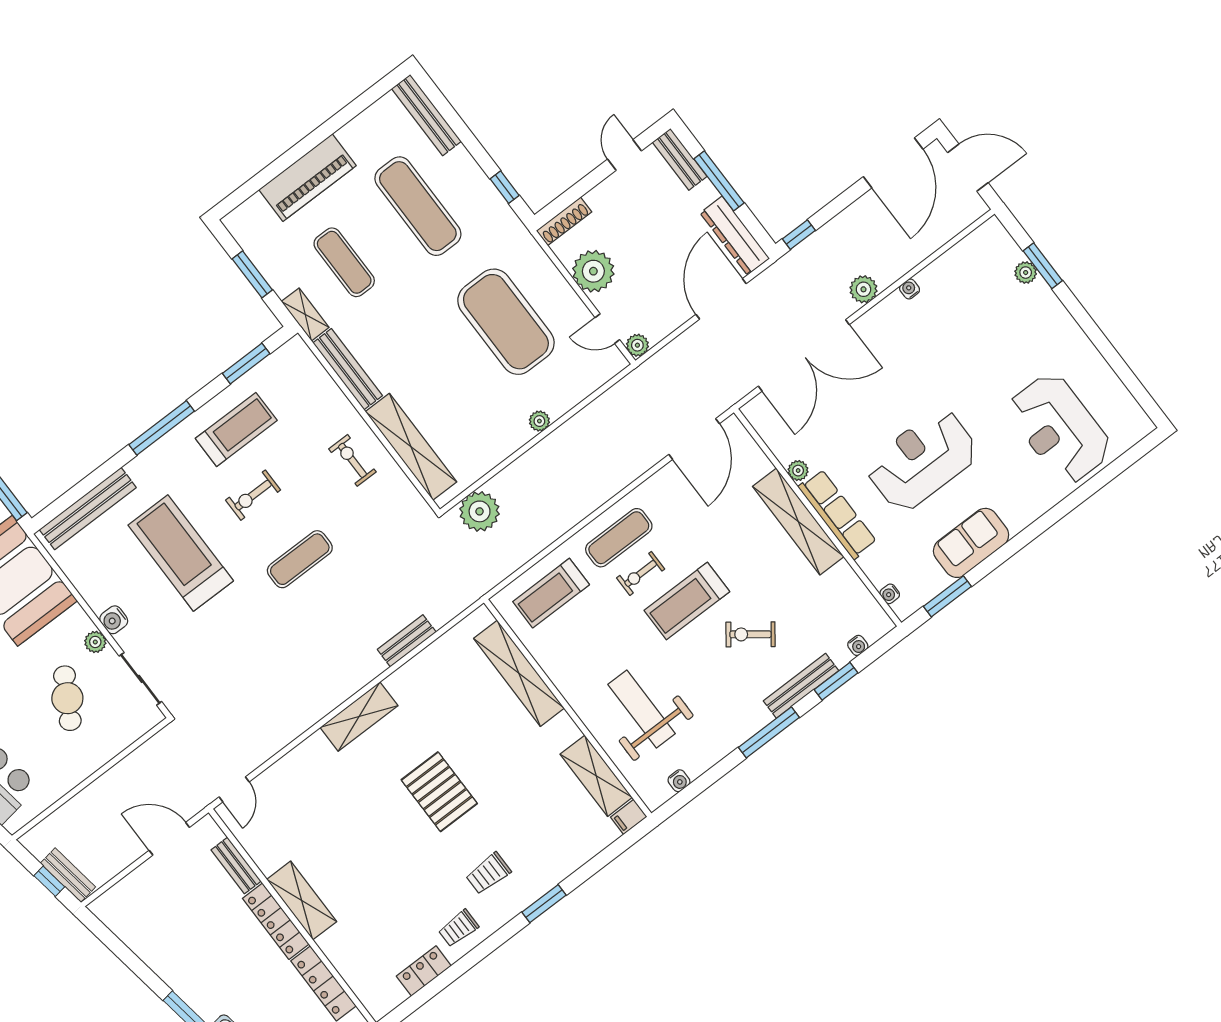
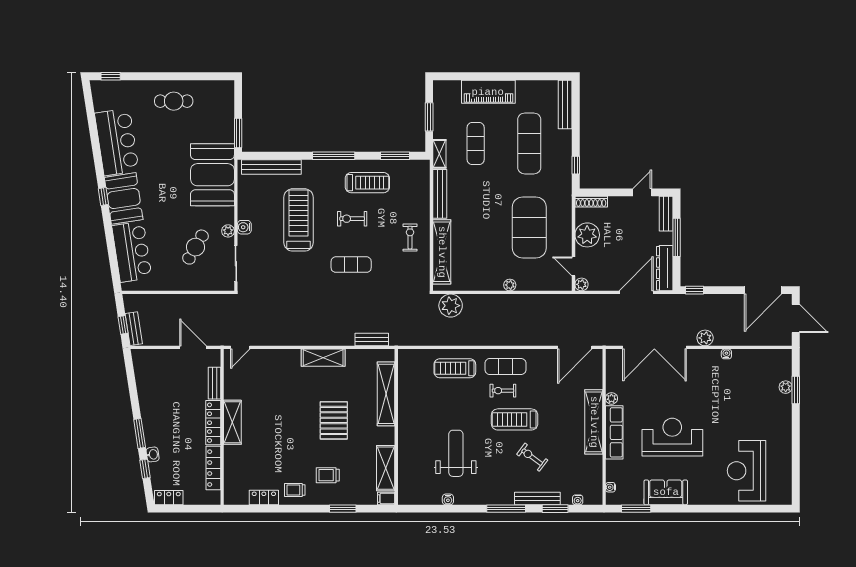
shelving: (519, 673) -> (386, 394), moved
wall: (568, 708) -> (396, 427), moved
shelving: (596, 776) -> (386, 468), moved
filing cabinet: (629, 817) -> (386, 498), moved

